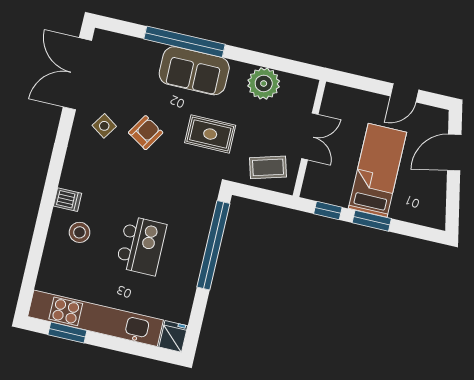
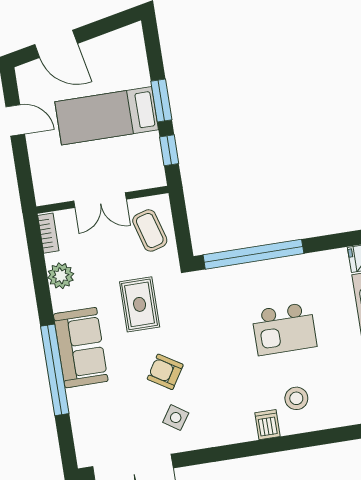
bookcase: (300, 82) -> (48, 233), added
plant: (264, 84) -> (61, 276), width x0.73, depth x0.73
double door: (310, 136) -> (100, 200), swing flipped
kitchen island: (141, 246) -> (284, 329), turned 180

